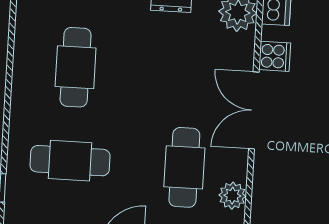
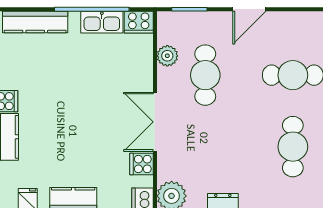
double door: (254, 110) -> (155, 122), swing flipped

